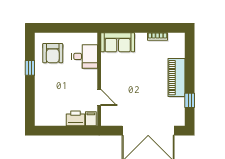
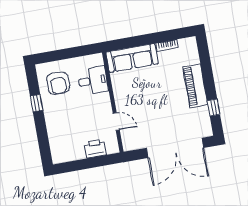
sofa: (118, 42) -> (132, 58), width x1.36
filing cabinet: (91, 119) -> (111, 146), removed

